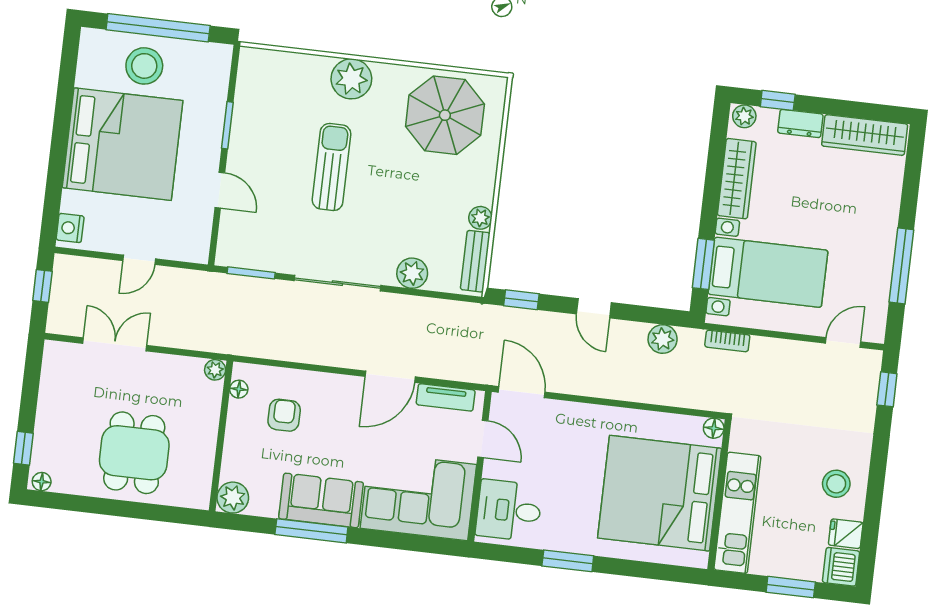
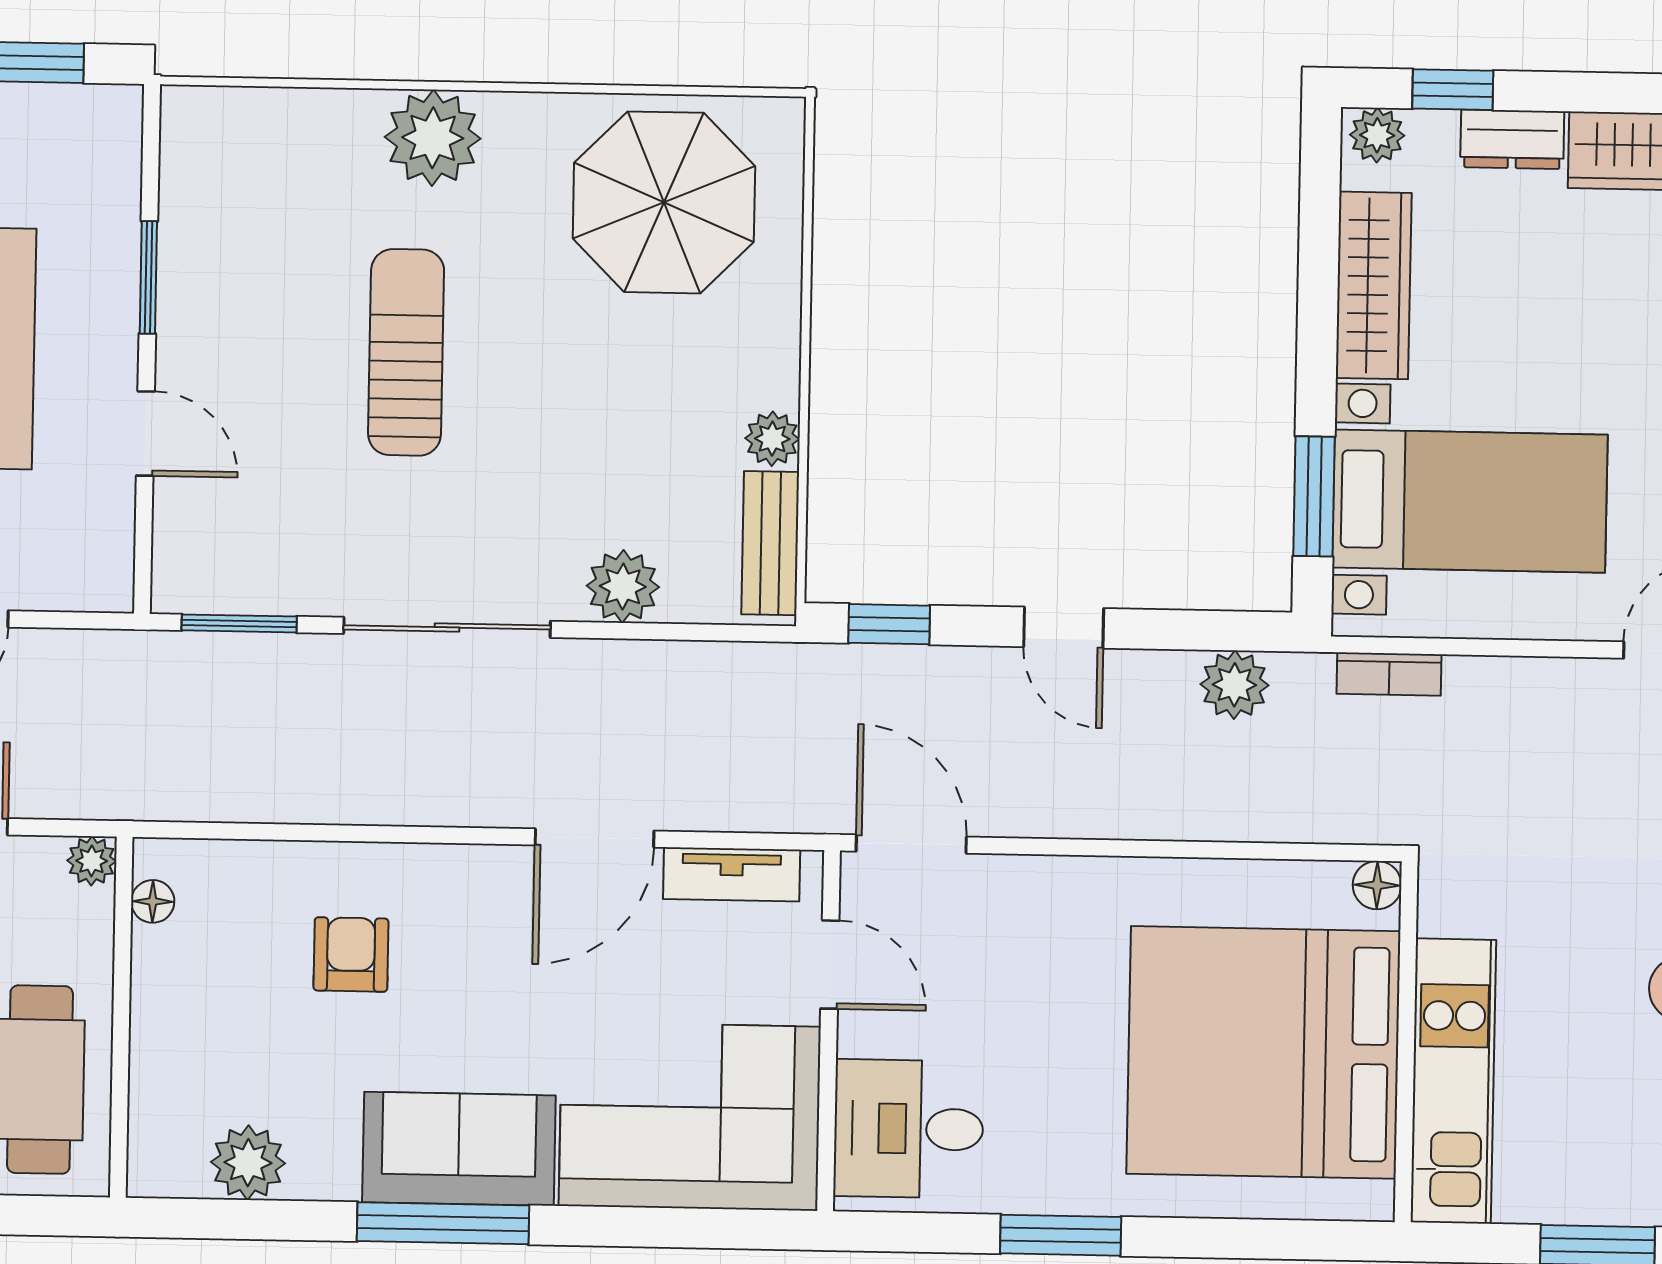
plant: (215, 370) -> (92, 861), moved
floor lamp: (239, 389) -> (153, 901), moved
wall: (221, 436) -> (121, 1017), moved

